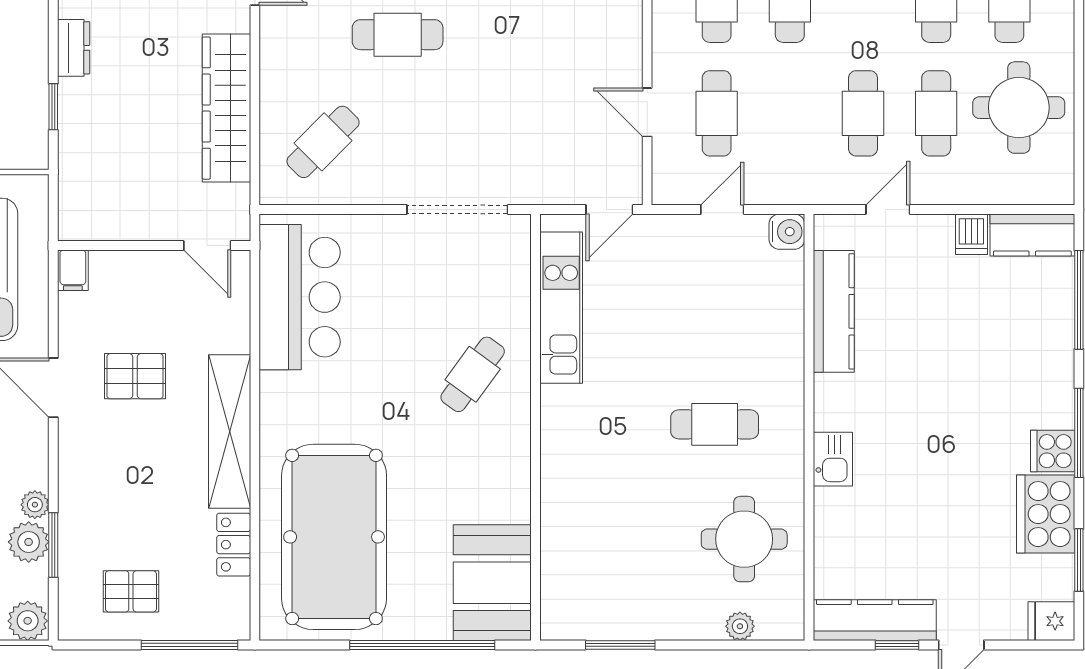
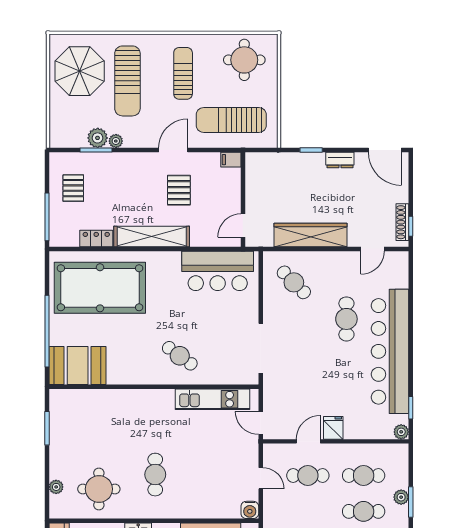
fridge: (619, 62) -> (333, 428), added
plant: (28, 621) -> (59, 137), removed

